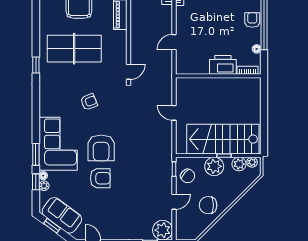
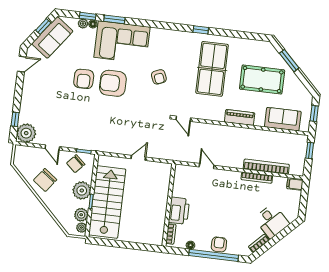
armchair: (252, 20) -> (219, 244), turned -90
chair: (208, 205) -> (45, 180), turned -143

